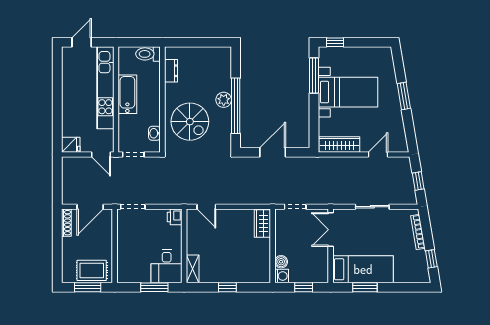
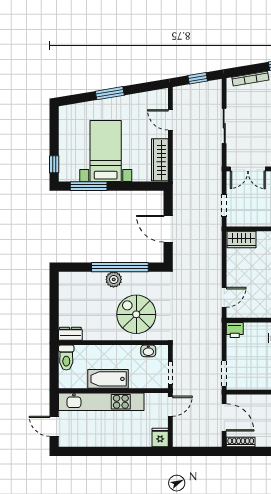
dresser: (171, 71) -> (70, 334), moved
spiral stairs: (190, 122) -> (136, 314), turned -90

